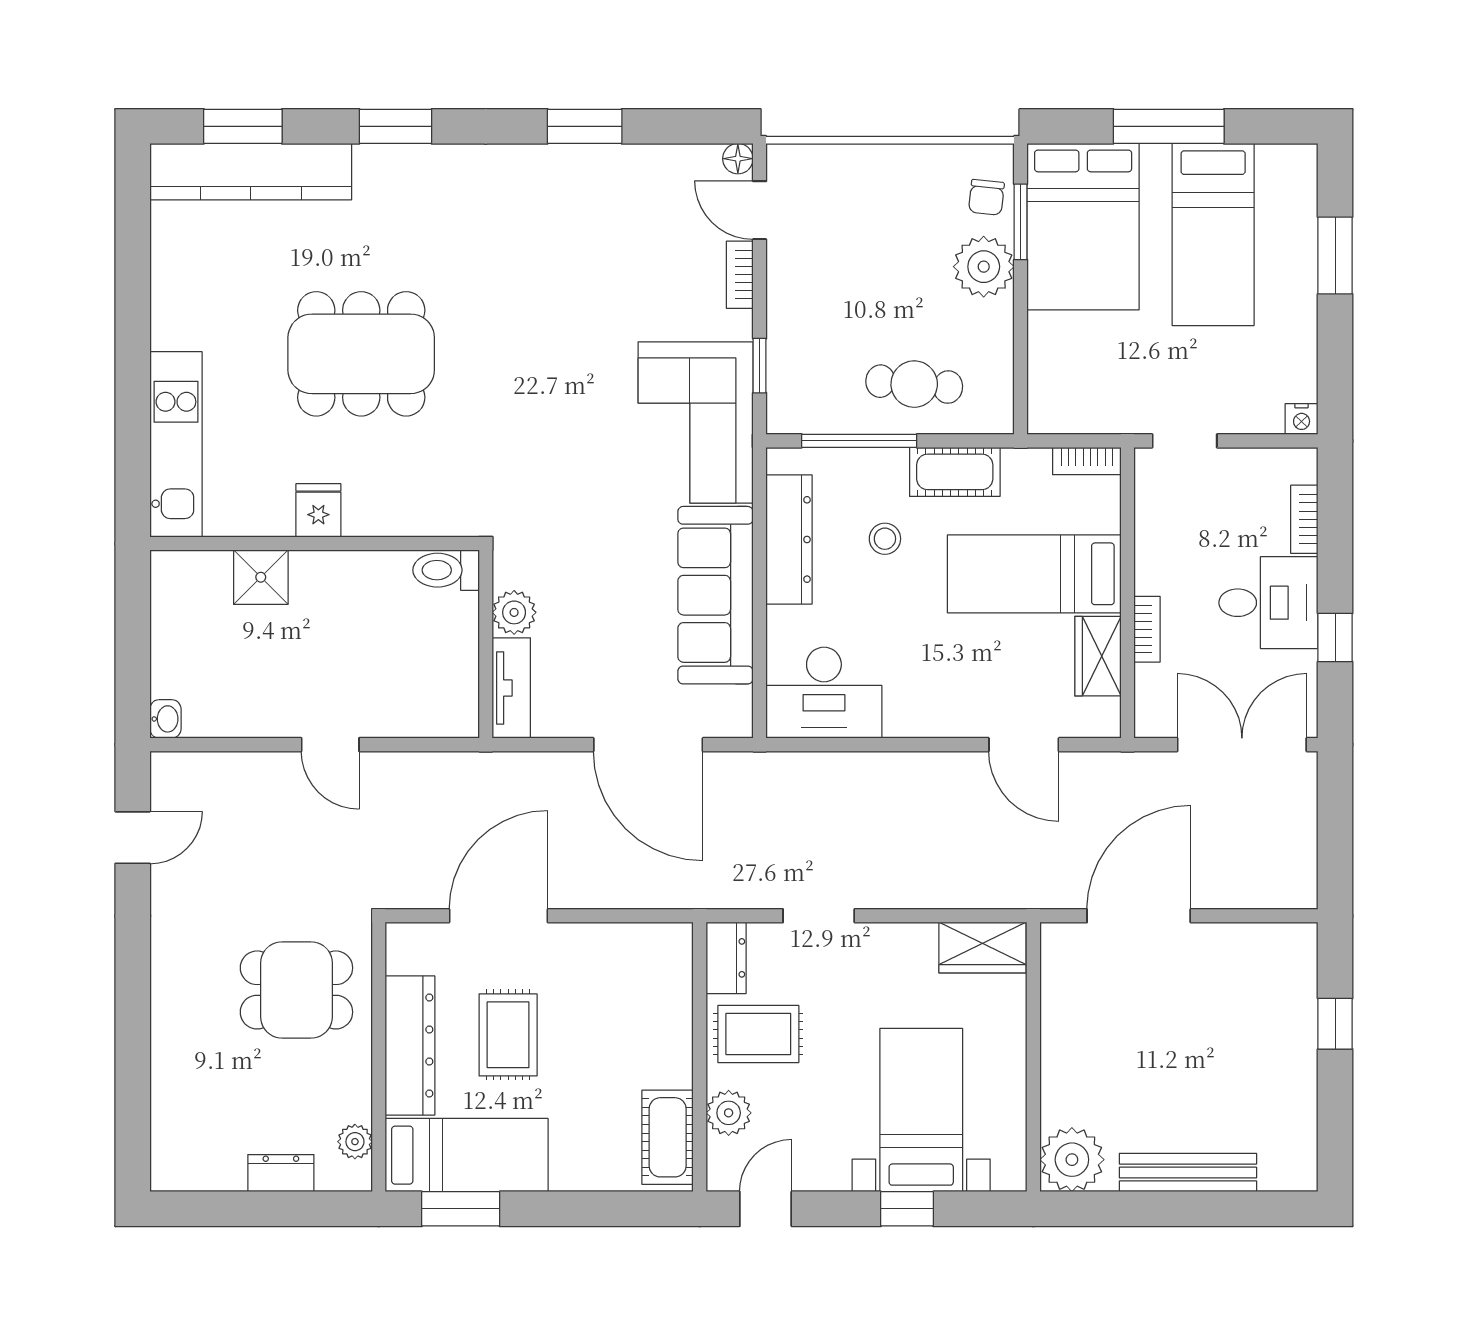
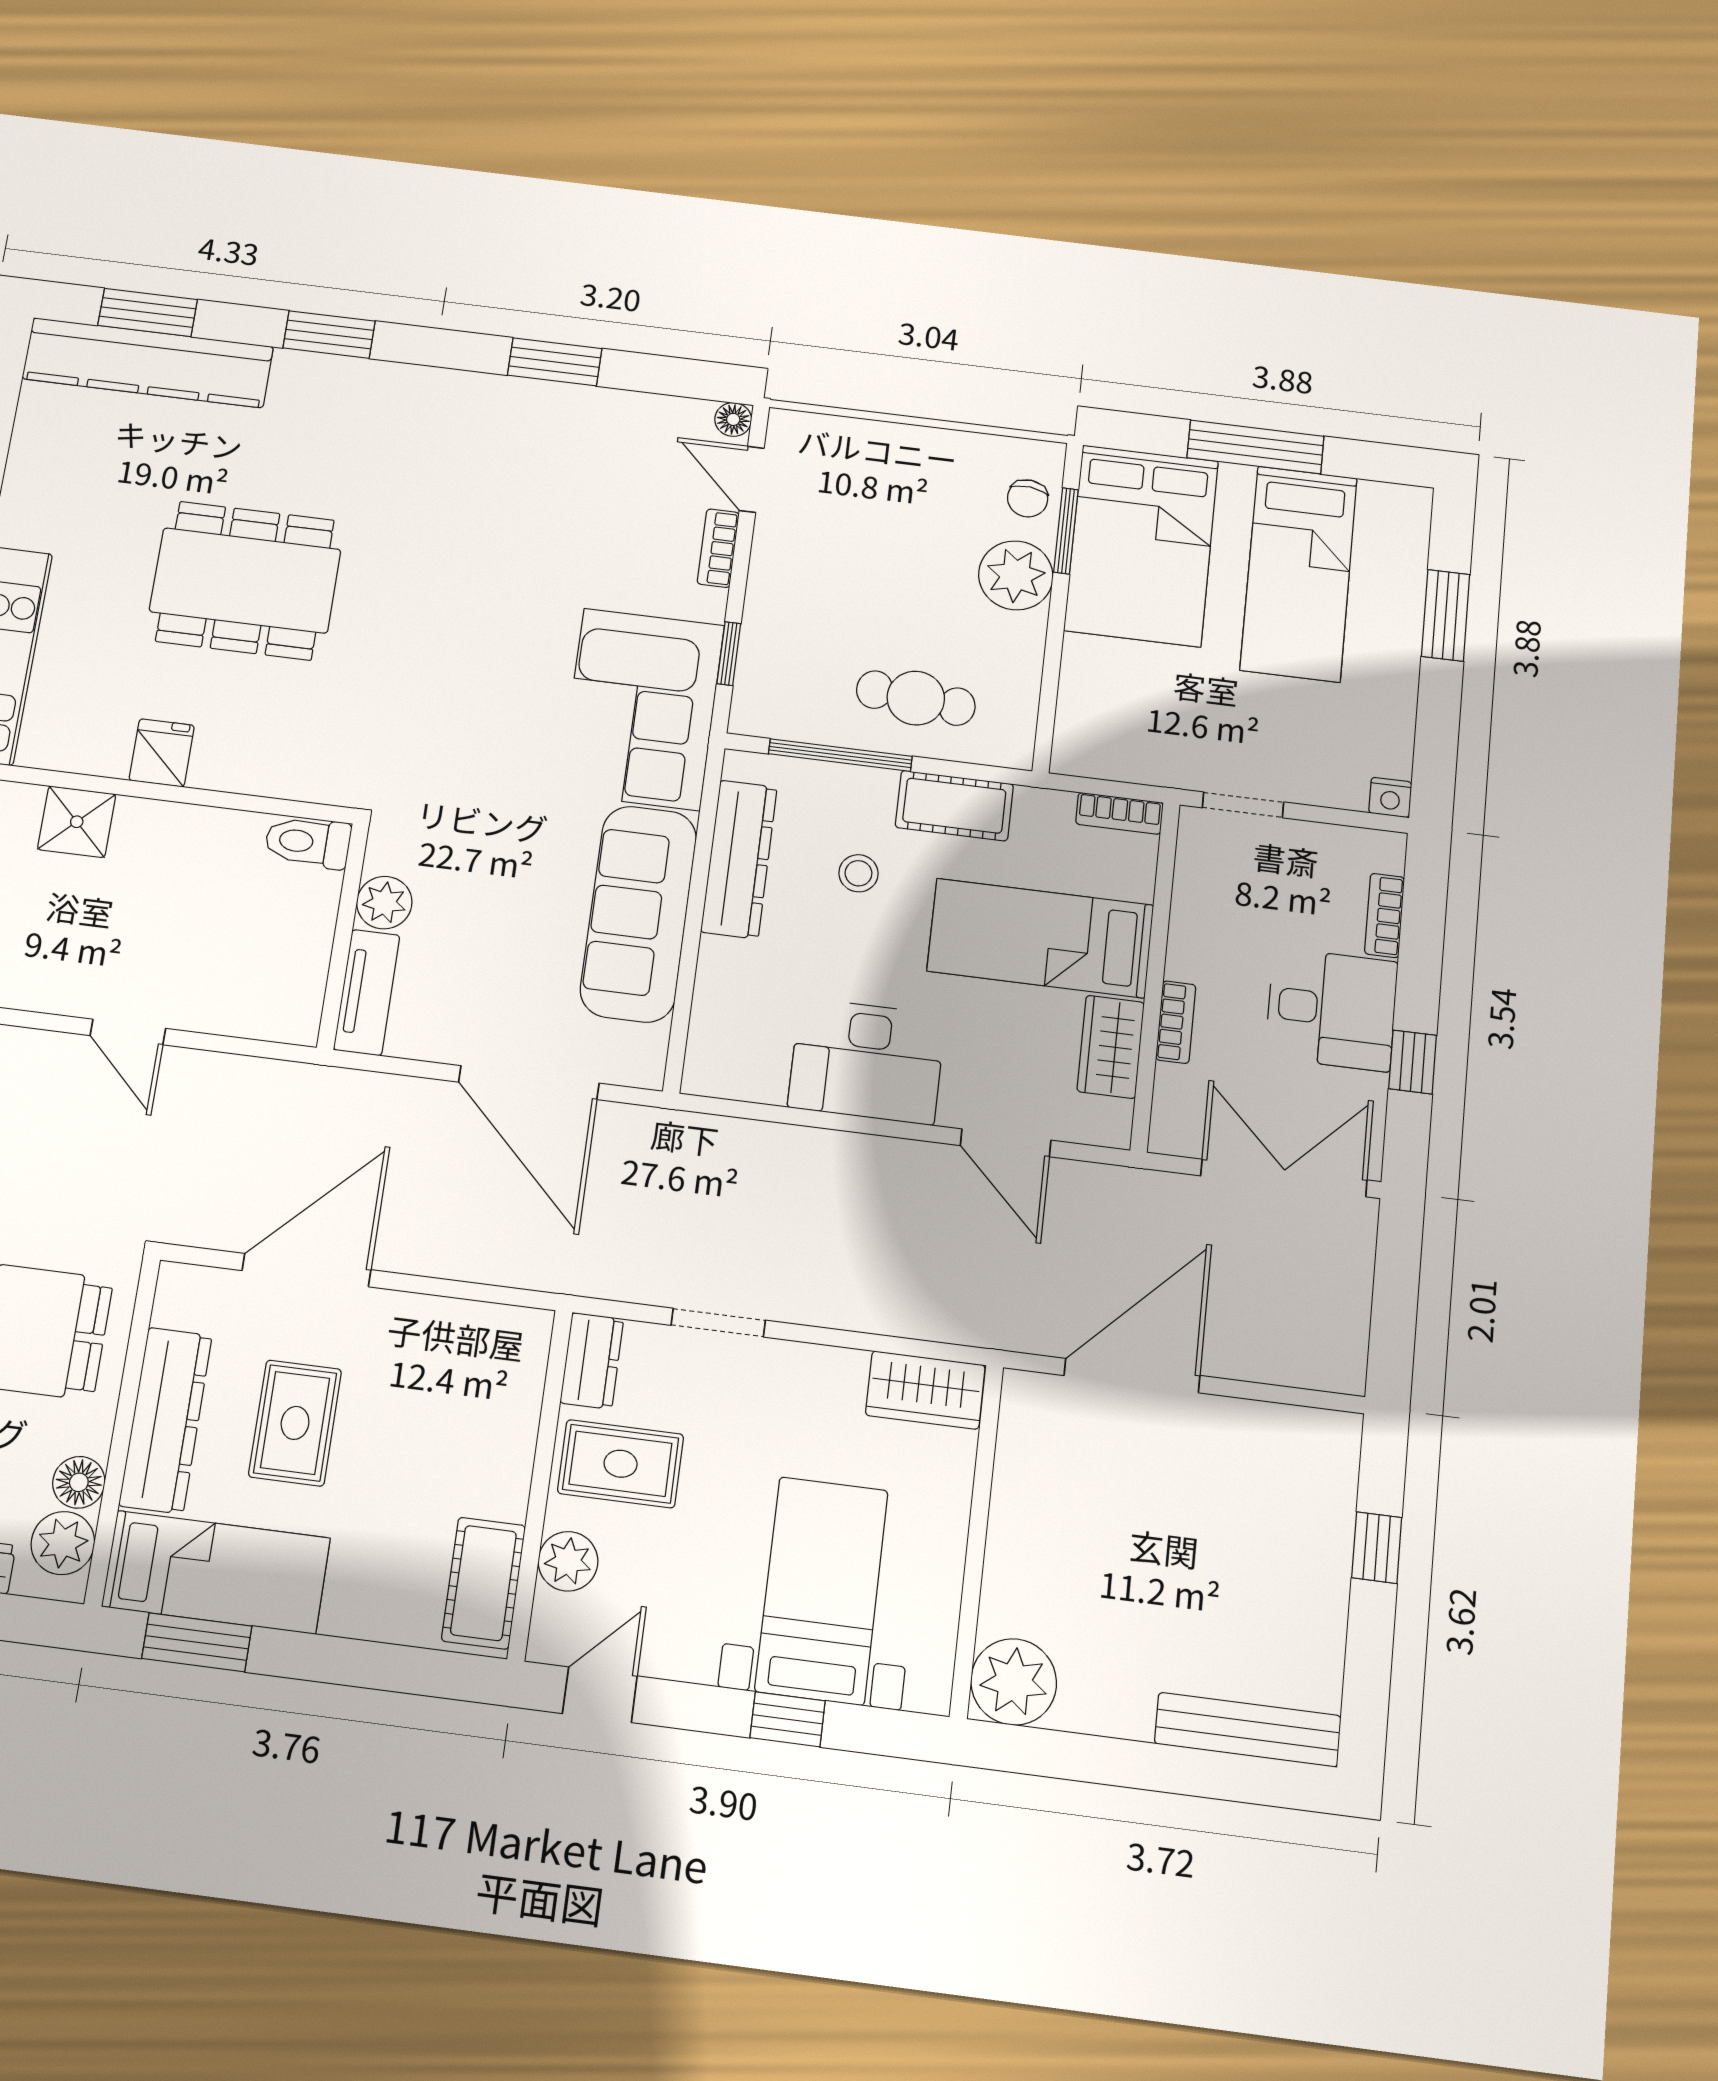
desk: (824, 693) -> (867, 1061), moved
floor lamp: (353, 1101) -> (79, 1482), added
plant: (355, 1142) -> (63, 1543), width x1.38, depth x1.38
bench: (1188, 1173) -> (1248, 1730), moved

